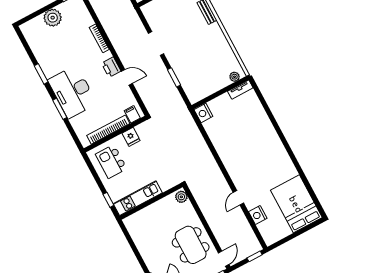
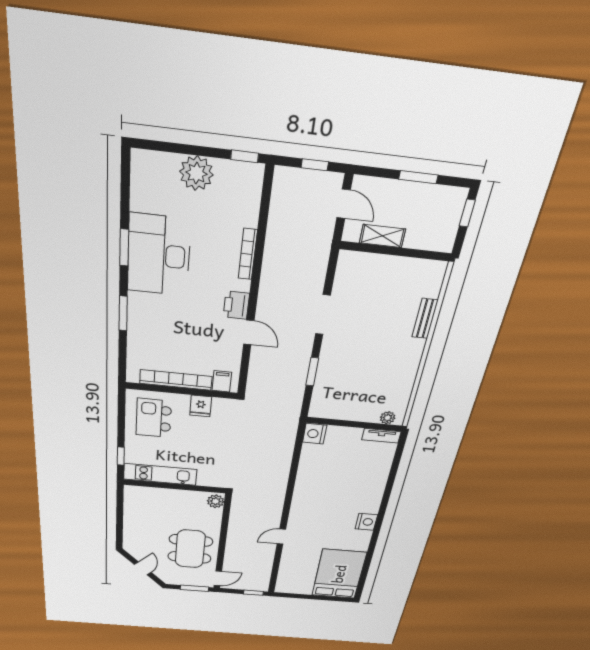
desk: (72, 92) -> (159, 255), moved
nightstand: (258, 215) -> (366, 522), moved, turned 180

